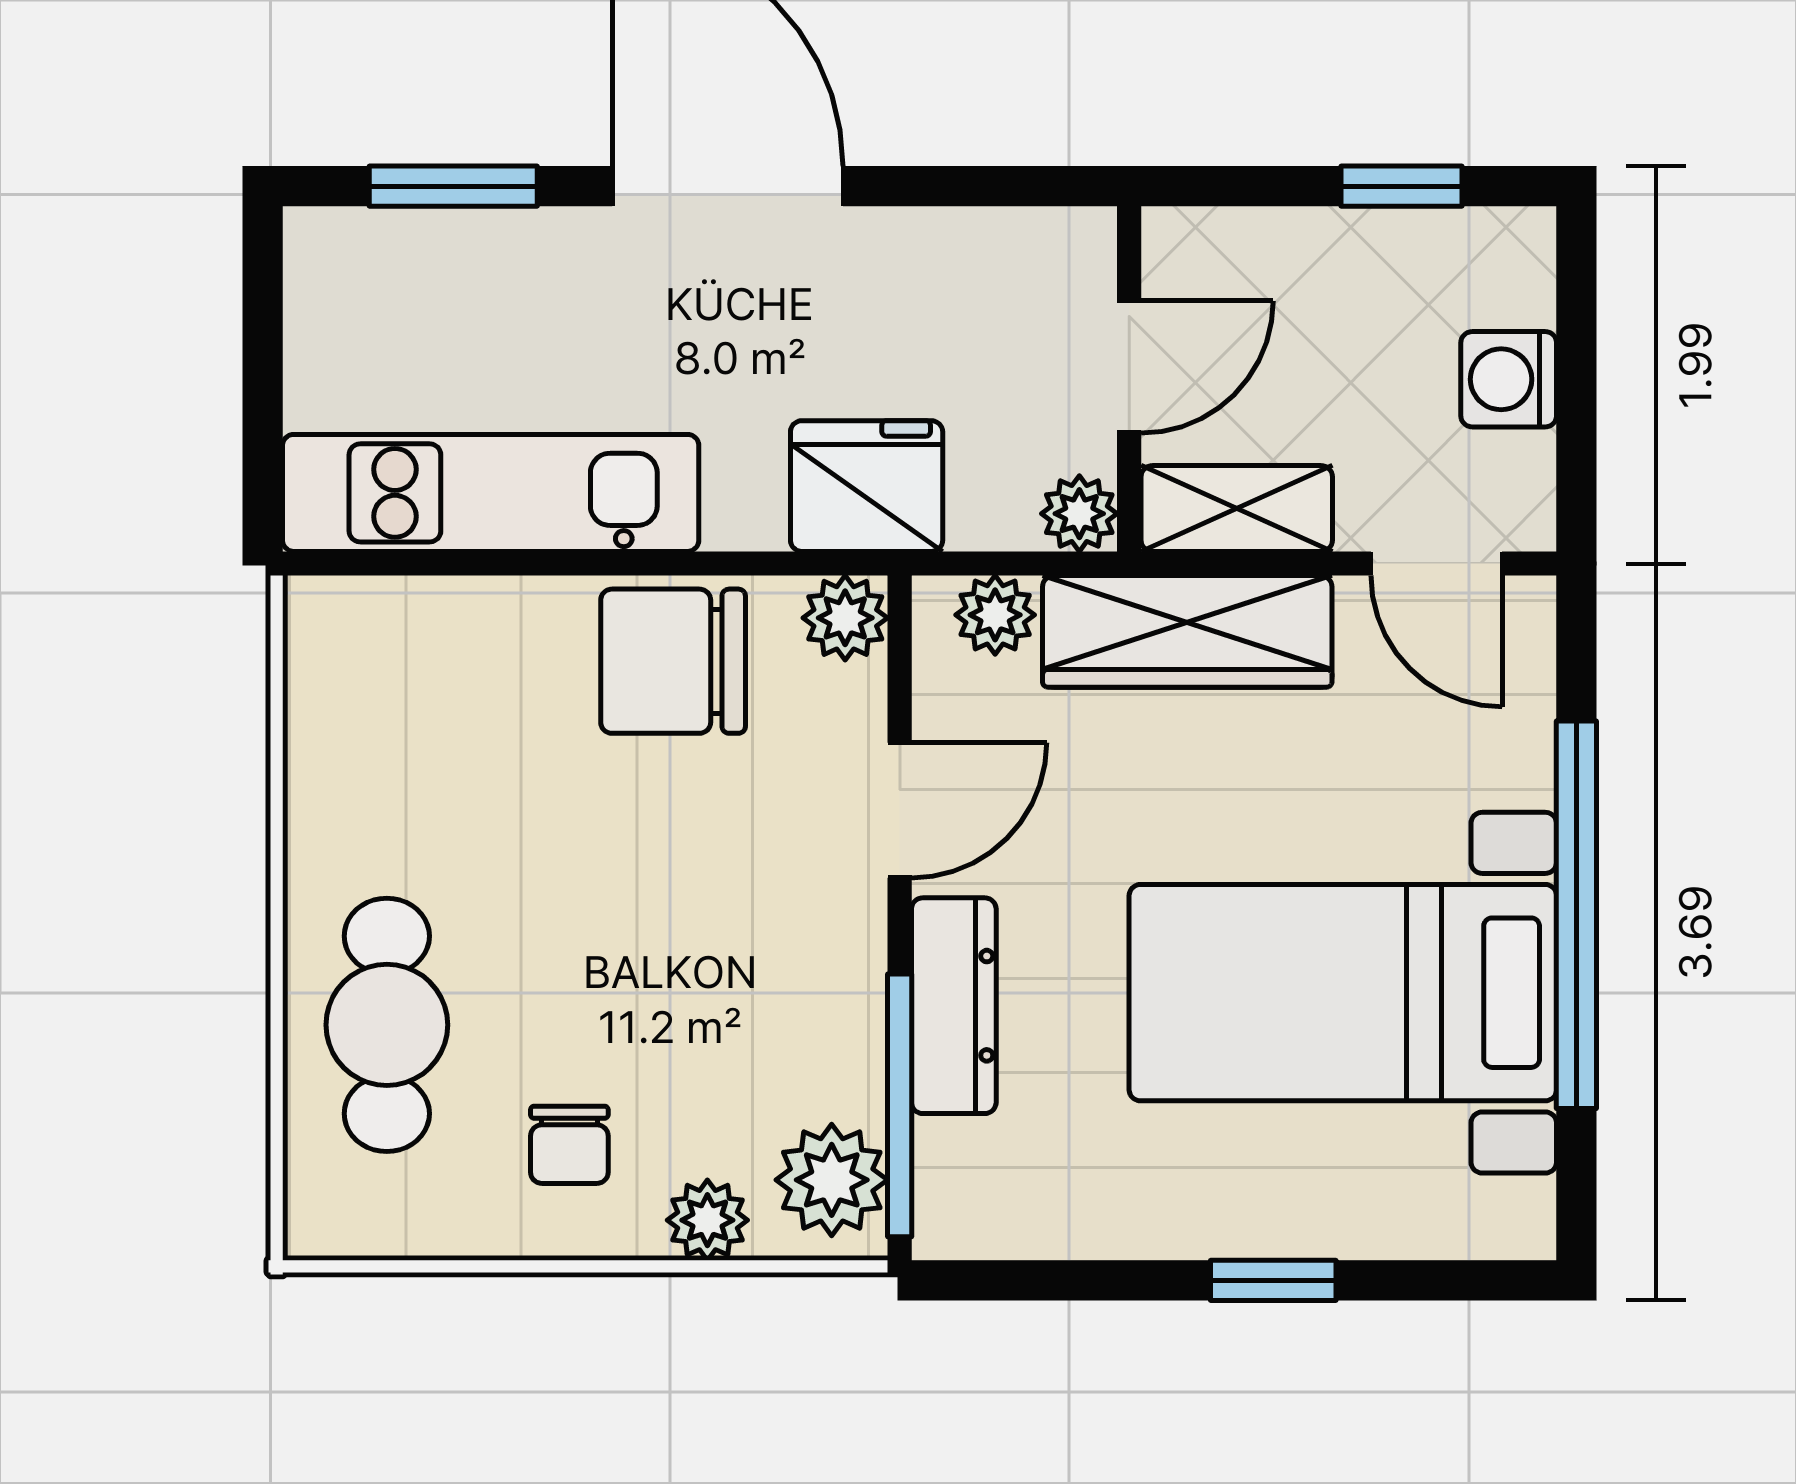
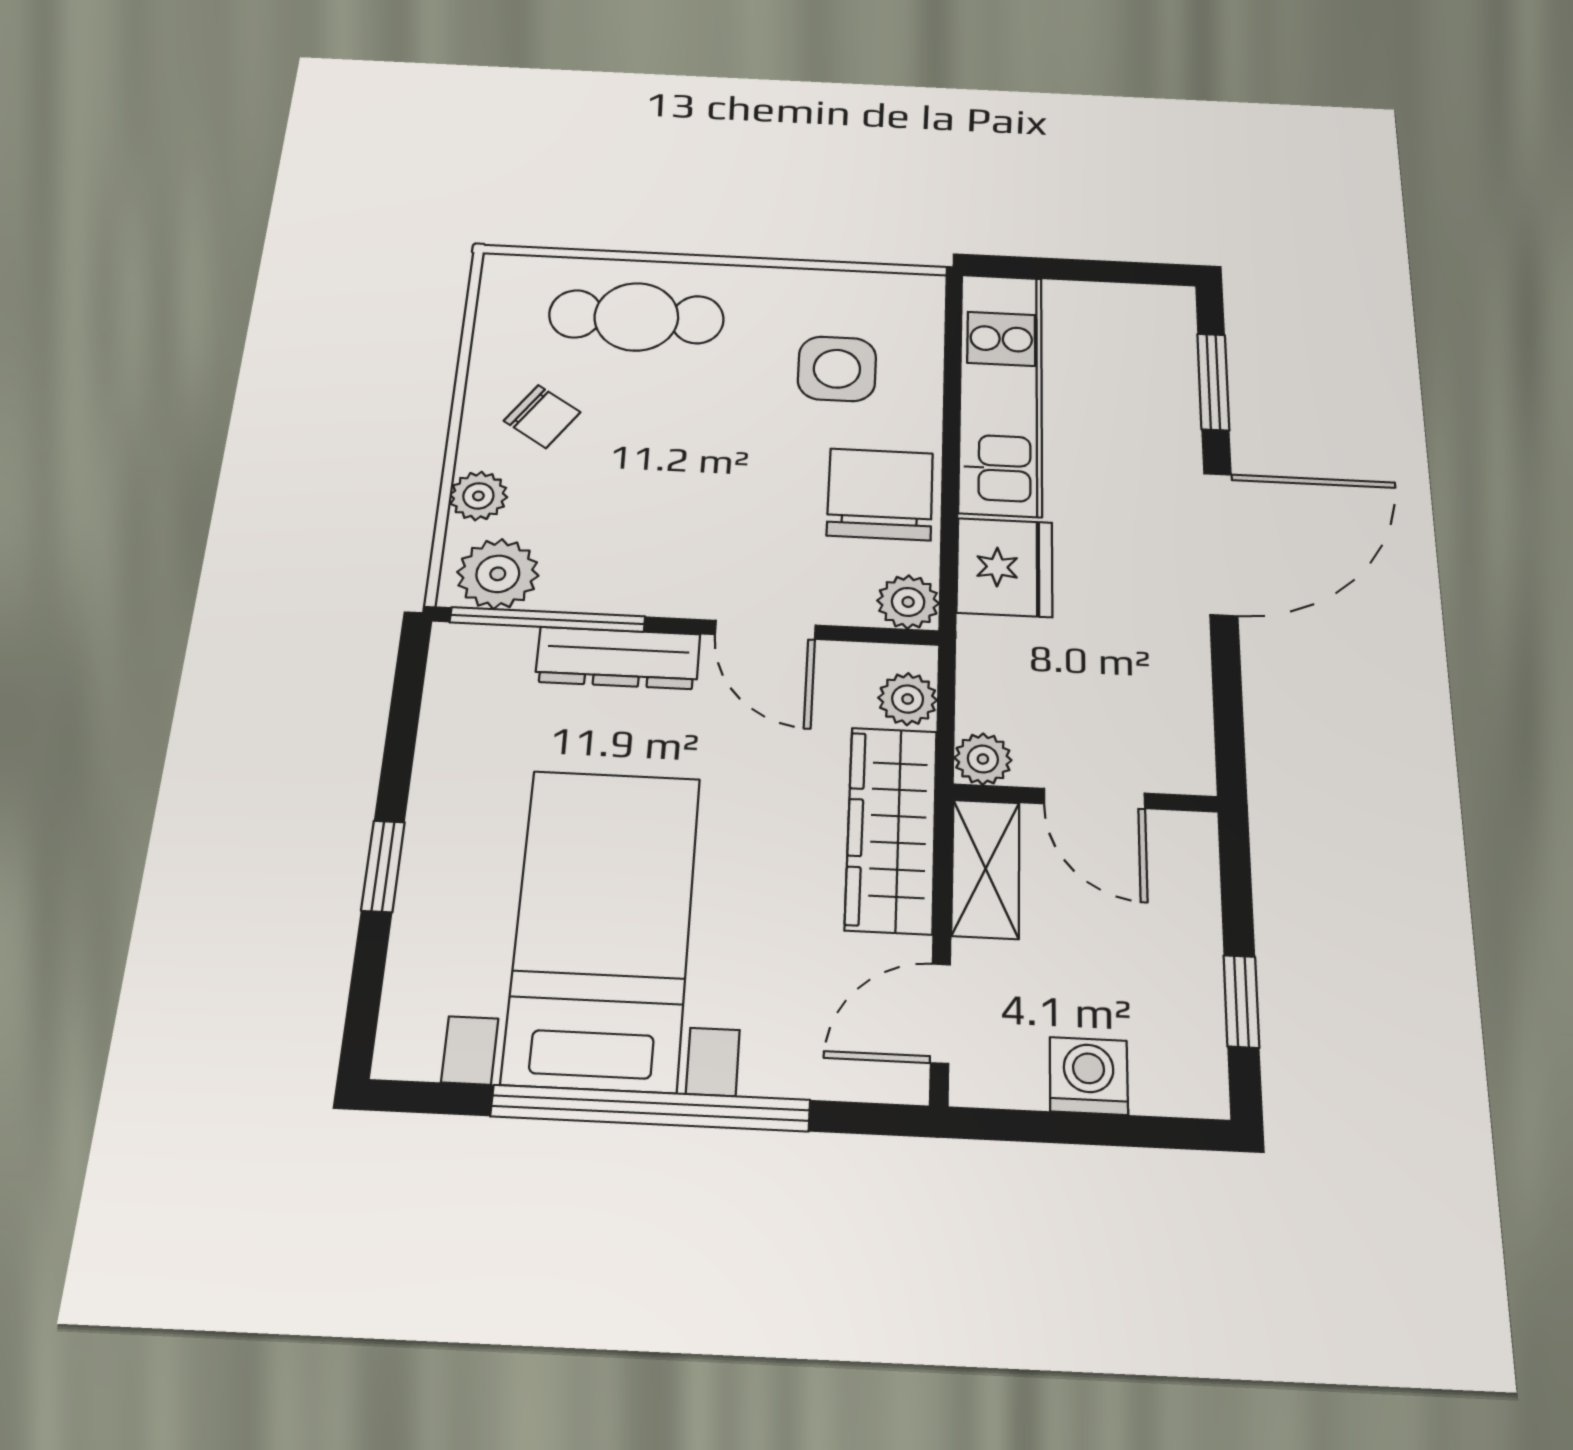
fridge: (867, 486) -> (1005, 567), moved
side table: (462, 730) -> (837, 369), added
chair: (569, 1145) -> (542, 416), turned -146

